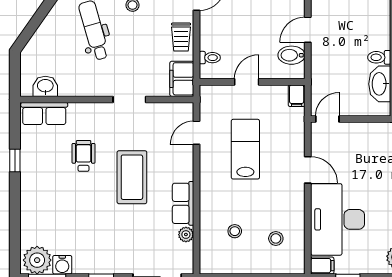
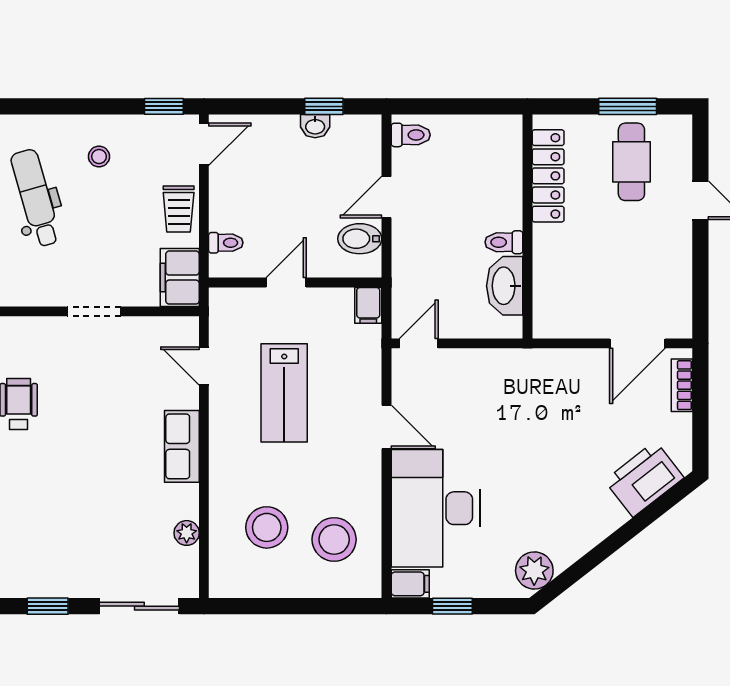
door: (196, 133) -> (204, 366), hinge flipped
lab bench: (245, 149) -> (284, 393), turned 180
coffee table: (132, 177) -> (98, 439), removed
row of seats: (183, 203) -> (182, 446), moved
stool: (235, 231) -> (267, 527), width x1.89, depth x1.89
stool: (276, 238) -> (334, 539), width x1.89, depth x1.89

